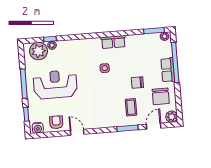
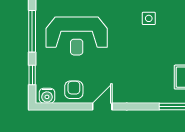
reception desk: (55, 84) -> (77, 36), turned 180
door: (77, 132) -> (102, 106), hinge flipped

